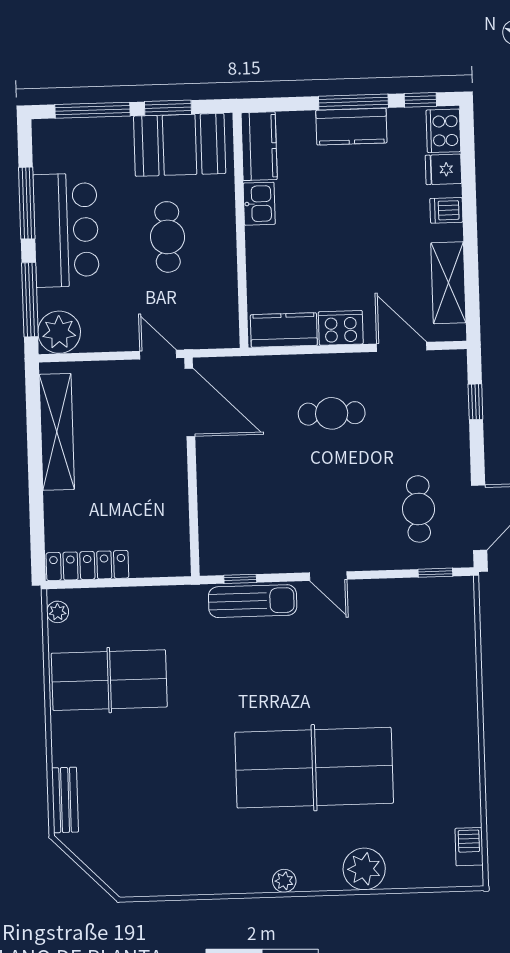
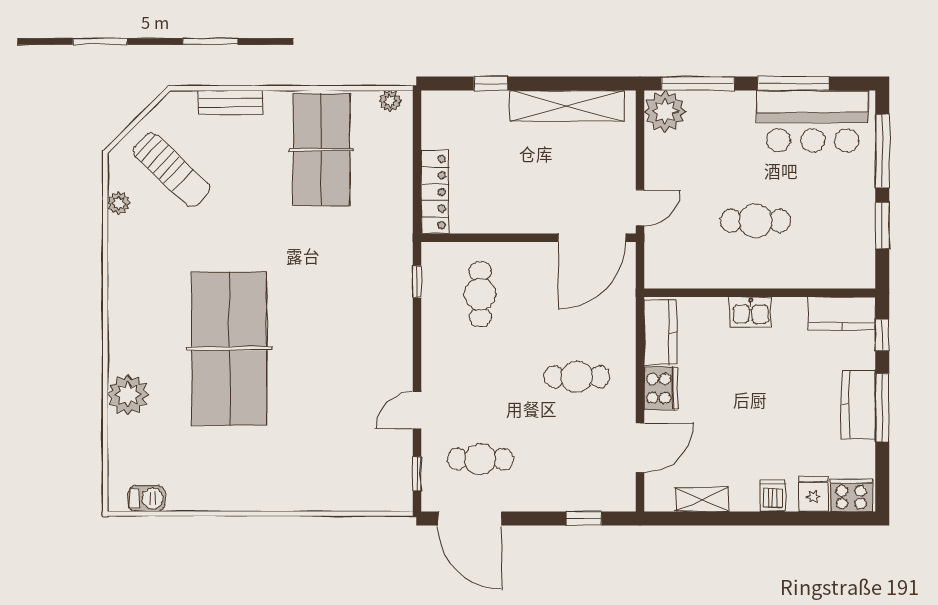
window: (420, 100) -> (882, 335), moved
booth: (180, 145) -> (846, 236), removed
kitchen sink: (259, 204) -> (751, 312), moved
bar counter: (66, 230) -> (813, 121), moved
shelving: (448, 283) -> (702, 500), width x0.67, depth x0.75
cafe table: (332, 413) -> (577, 377), turned 90
window: (36, 510) -> (491, 83), added
cafe table: (251, 514) -> (480, 294), added
locker: (87, 565) -> (435, 192), moved
door: (328, 576) -> (417, 410), moved
sun lounger: (253, 601) -> (172, 170), moved, turned -47
bench: (65, 800) -> (231, 103), moved
plant: (284, 881) -> (119, 203), moved

